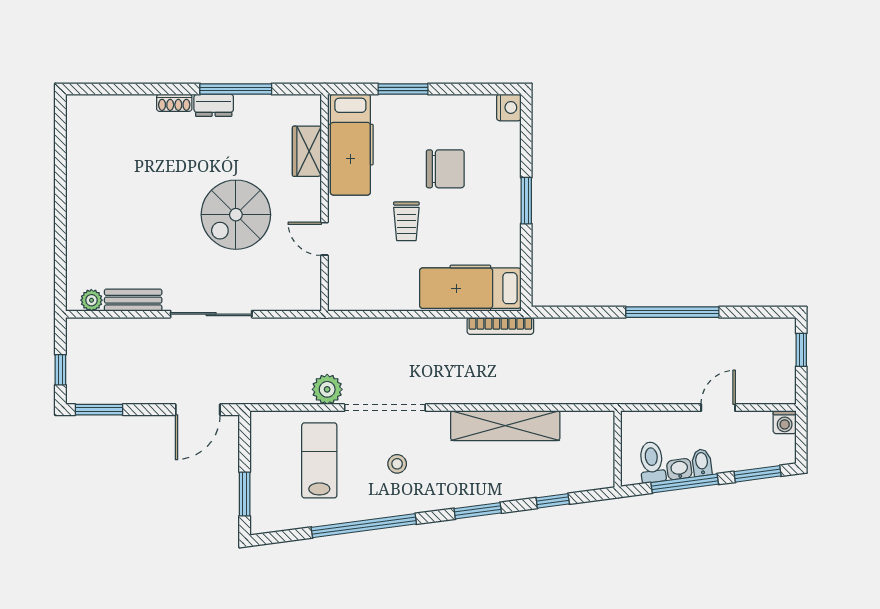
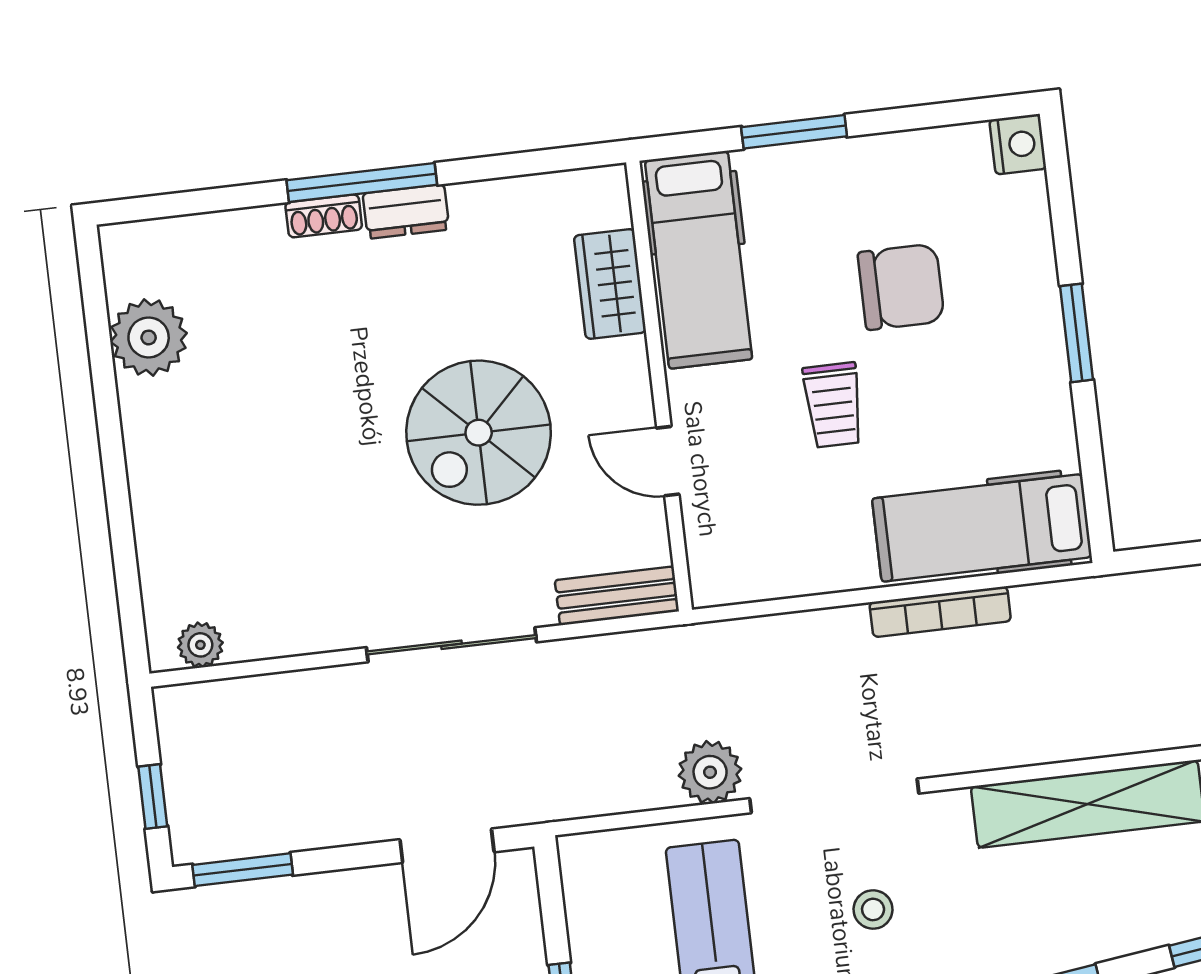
window: (236, 89) -> (362, 183), moved
plant: (84, 151) -> (149, 337), added
bench: (133, 300) -> (617, 596), moved
bookcase: (500, 326) -> (940, 612), moved

